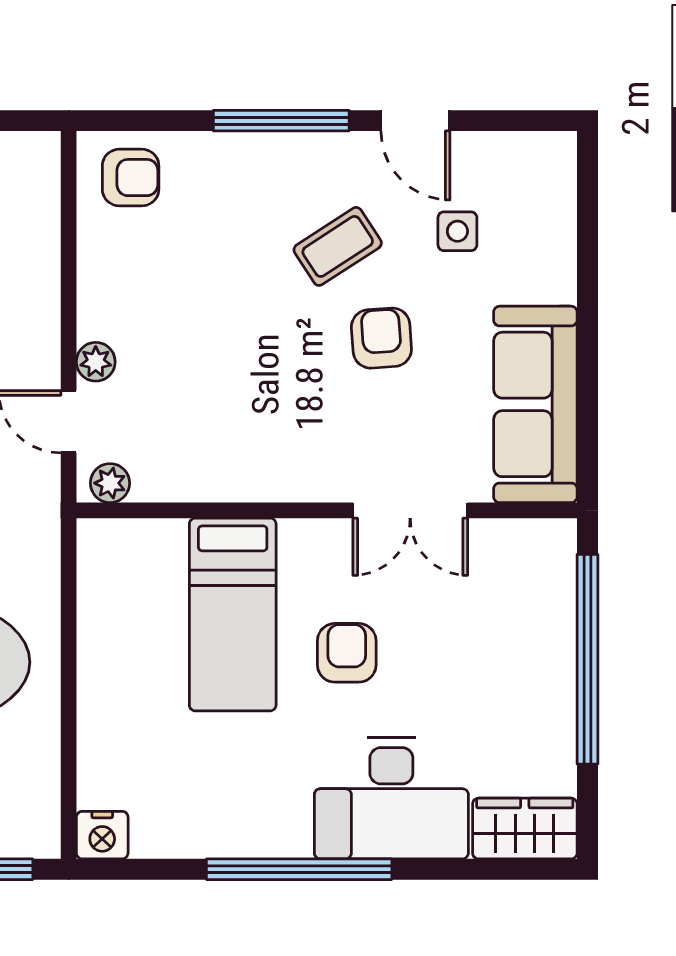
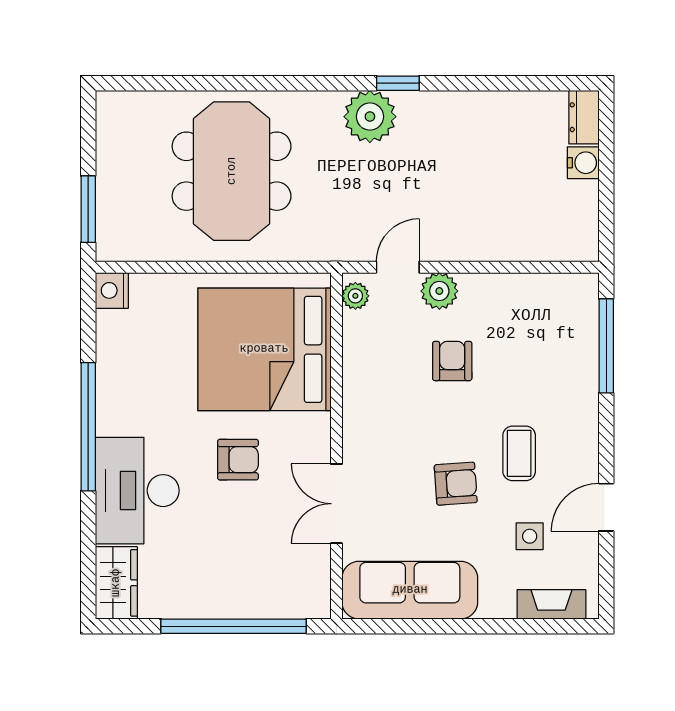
window: (281, 121) -> (606, 346), moved
armchair: (131, 178) -> (452, 361), moved, turned 180
fireplace: (556, 200) -> (551, 604), added
coffee table: (338, 246) -> (519, 453), turned 33
plant: (96, 362) -> (439, 291), width x1.38, depth x1.38
bed: (233, 615) -> (264, 349), width x2.04

